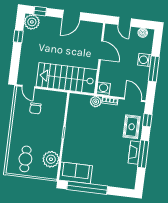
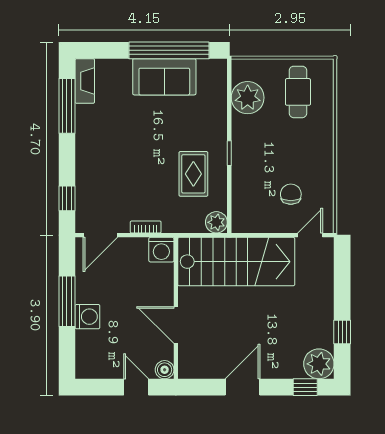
boiler: (143, 33) -> (165, 370), moved
door: (28, 87) -> (310, 235), hinge flipped
door: (133, 100) -> (100, 235), hinge flipped
plant: (96, 102) -> (216, 222), moved
rug: (132, 127) -> (193, 174), moved
fireplace: (134, 153) -> (85, 81), moved
window: (143, 154) -> (67, 106), moved
sofa: (76, 173) -> (164, 77), moved

